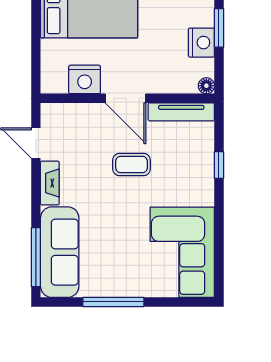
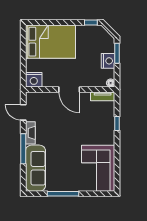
nightstand: (85, 79) -> (34, 80), moved
tv unit: (181, 112) -> (103, 96), width x0.71
coffee table: (132, 165) -> (72, 123), removed
window: (36, 257) -> (23, 149), moved

